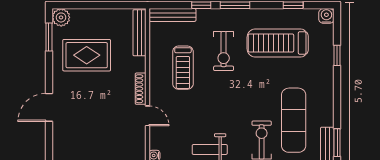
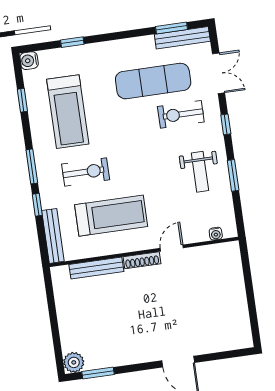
bench: (140, 33) -> (96, 268), moved
rug: (87, 55) -> (113, 327), removed
treadmill: (183, 68) -> (111, 216), width x1.37, depth x1.38

